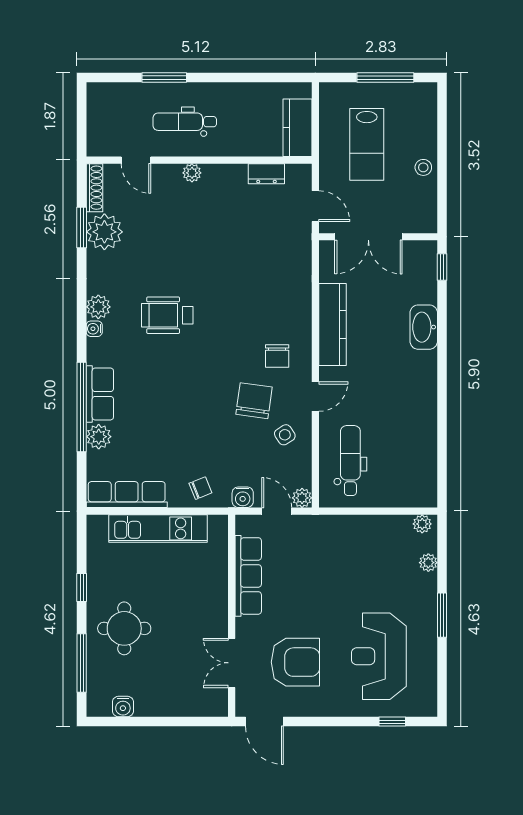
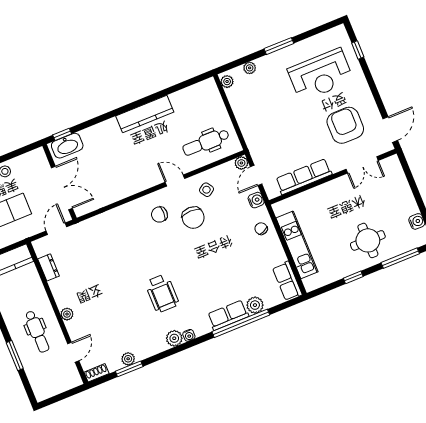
shoe rack: (94, 188) -> (96, 373), width x0.70
plant: (104, 232) -> (128, 359), width x0.53, depth x0.53
kitchen counter: (332, 325) -> (145, 114), moved, turned 180
washbasin: (424, 327) -> (67, 146), moved
chair: (277, 356) -> (159, 215), turned 180
chair: (254, 401) -> (193, 218), turned -98
row of seats: (127, 495) -> (287, 281), width x0.68

